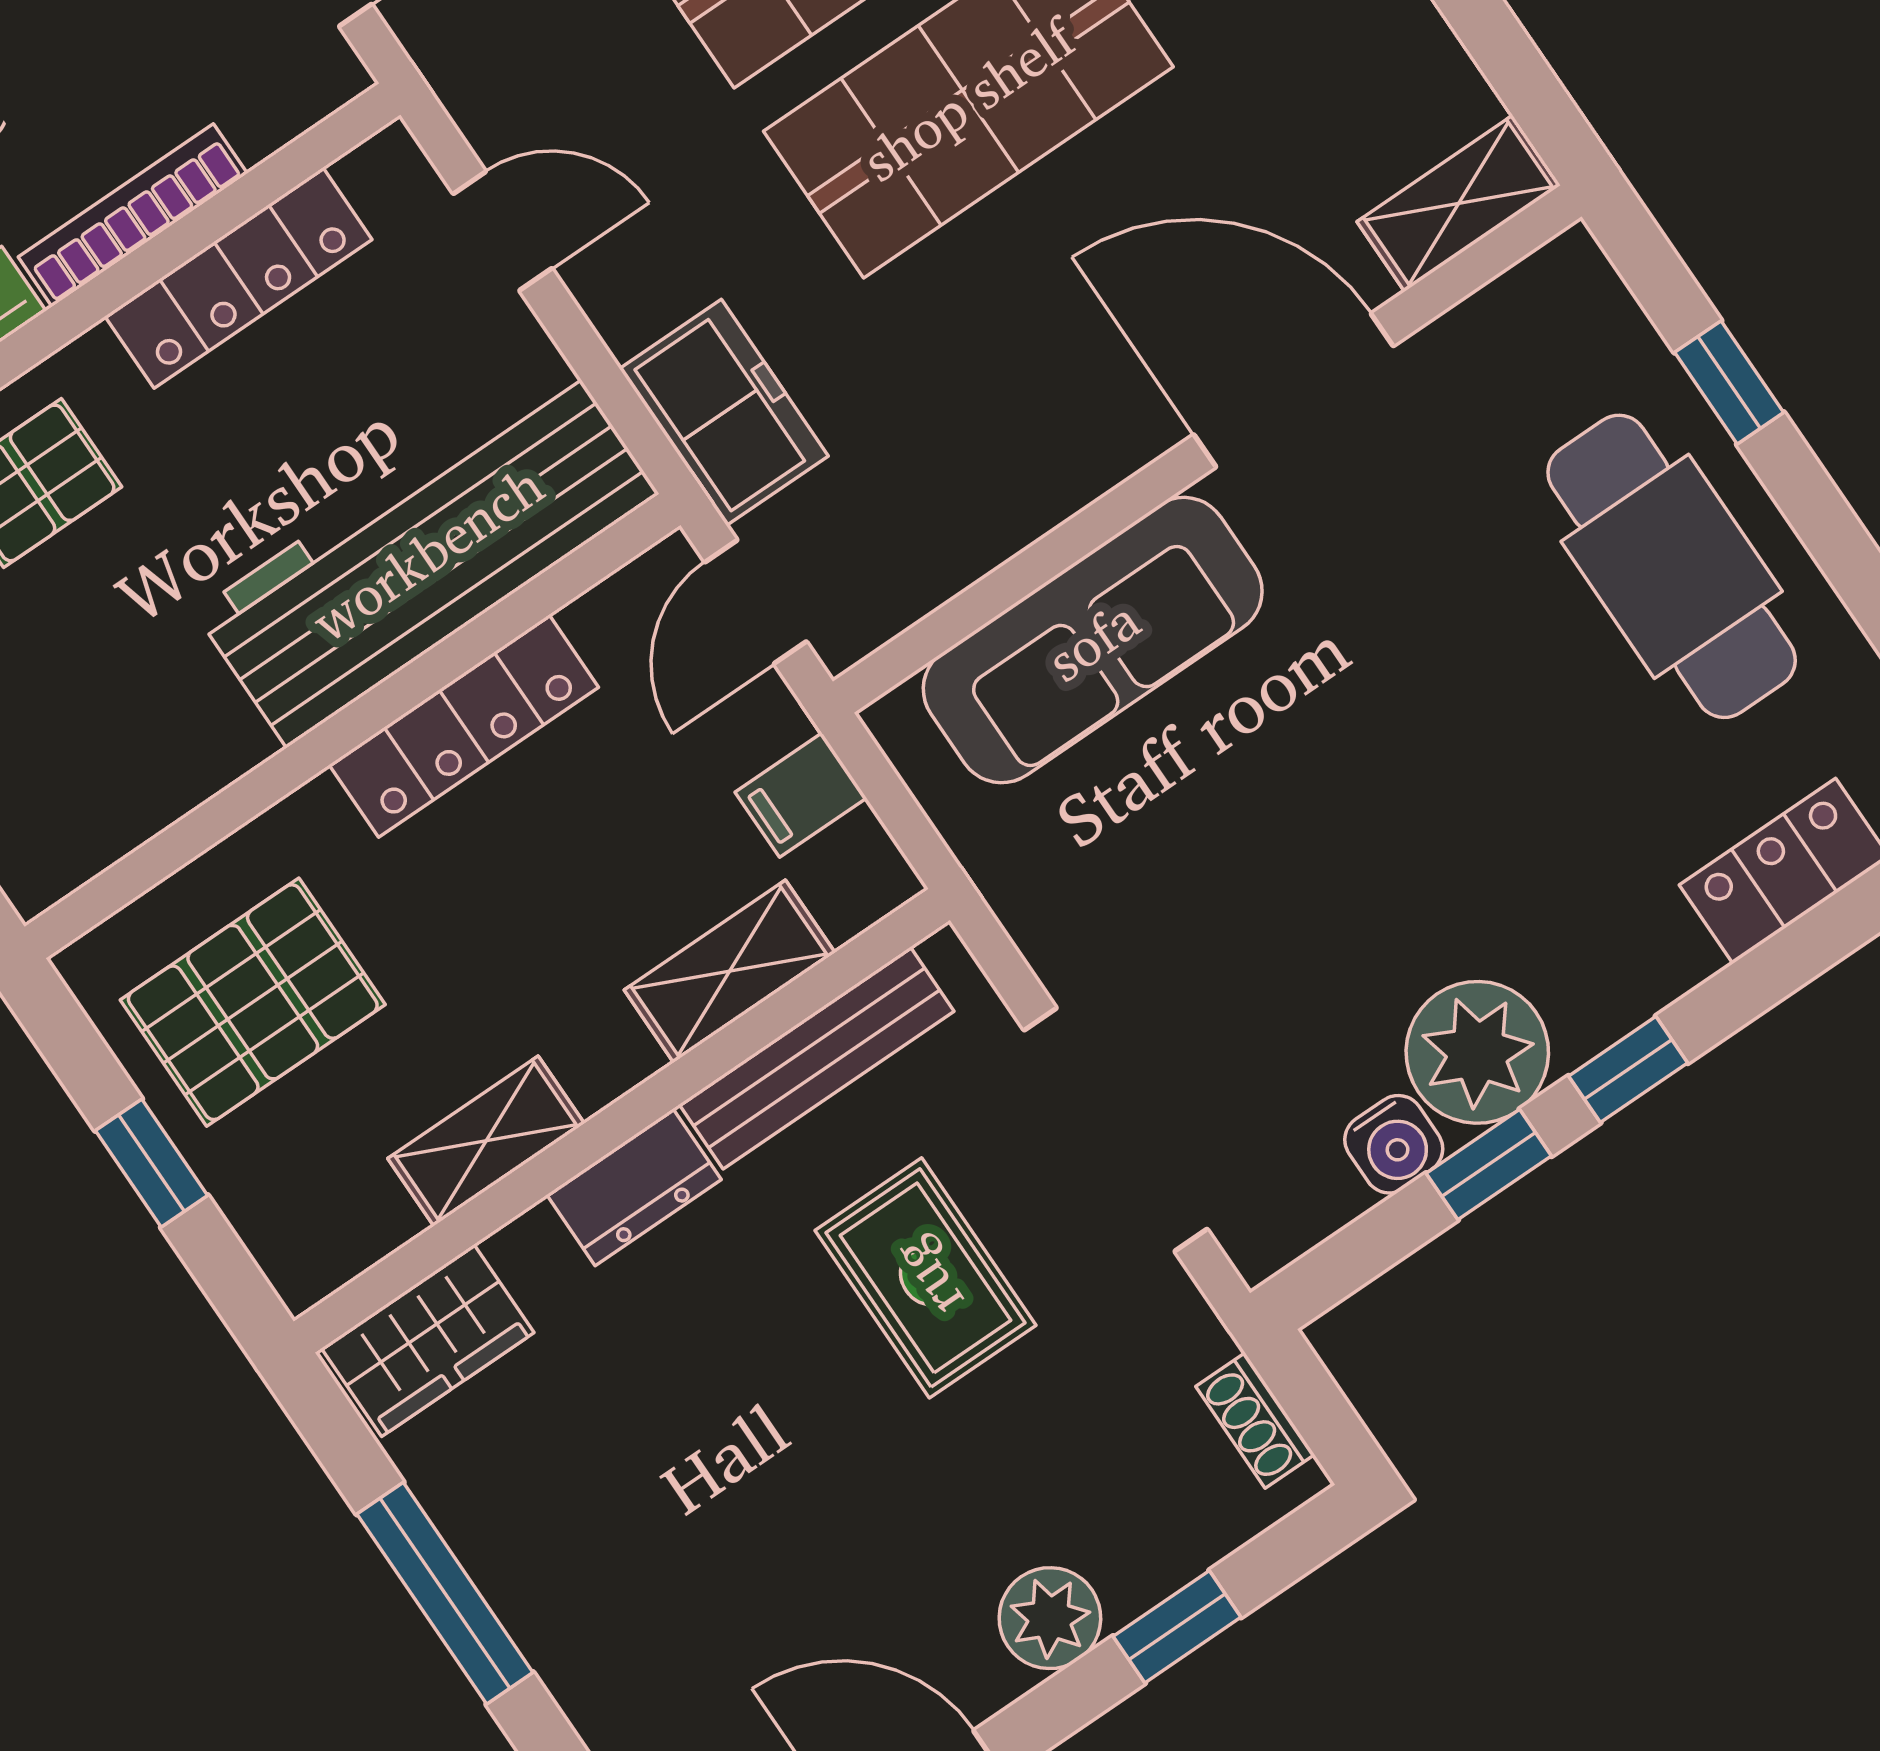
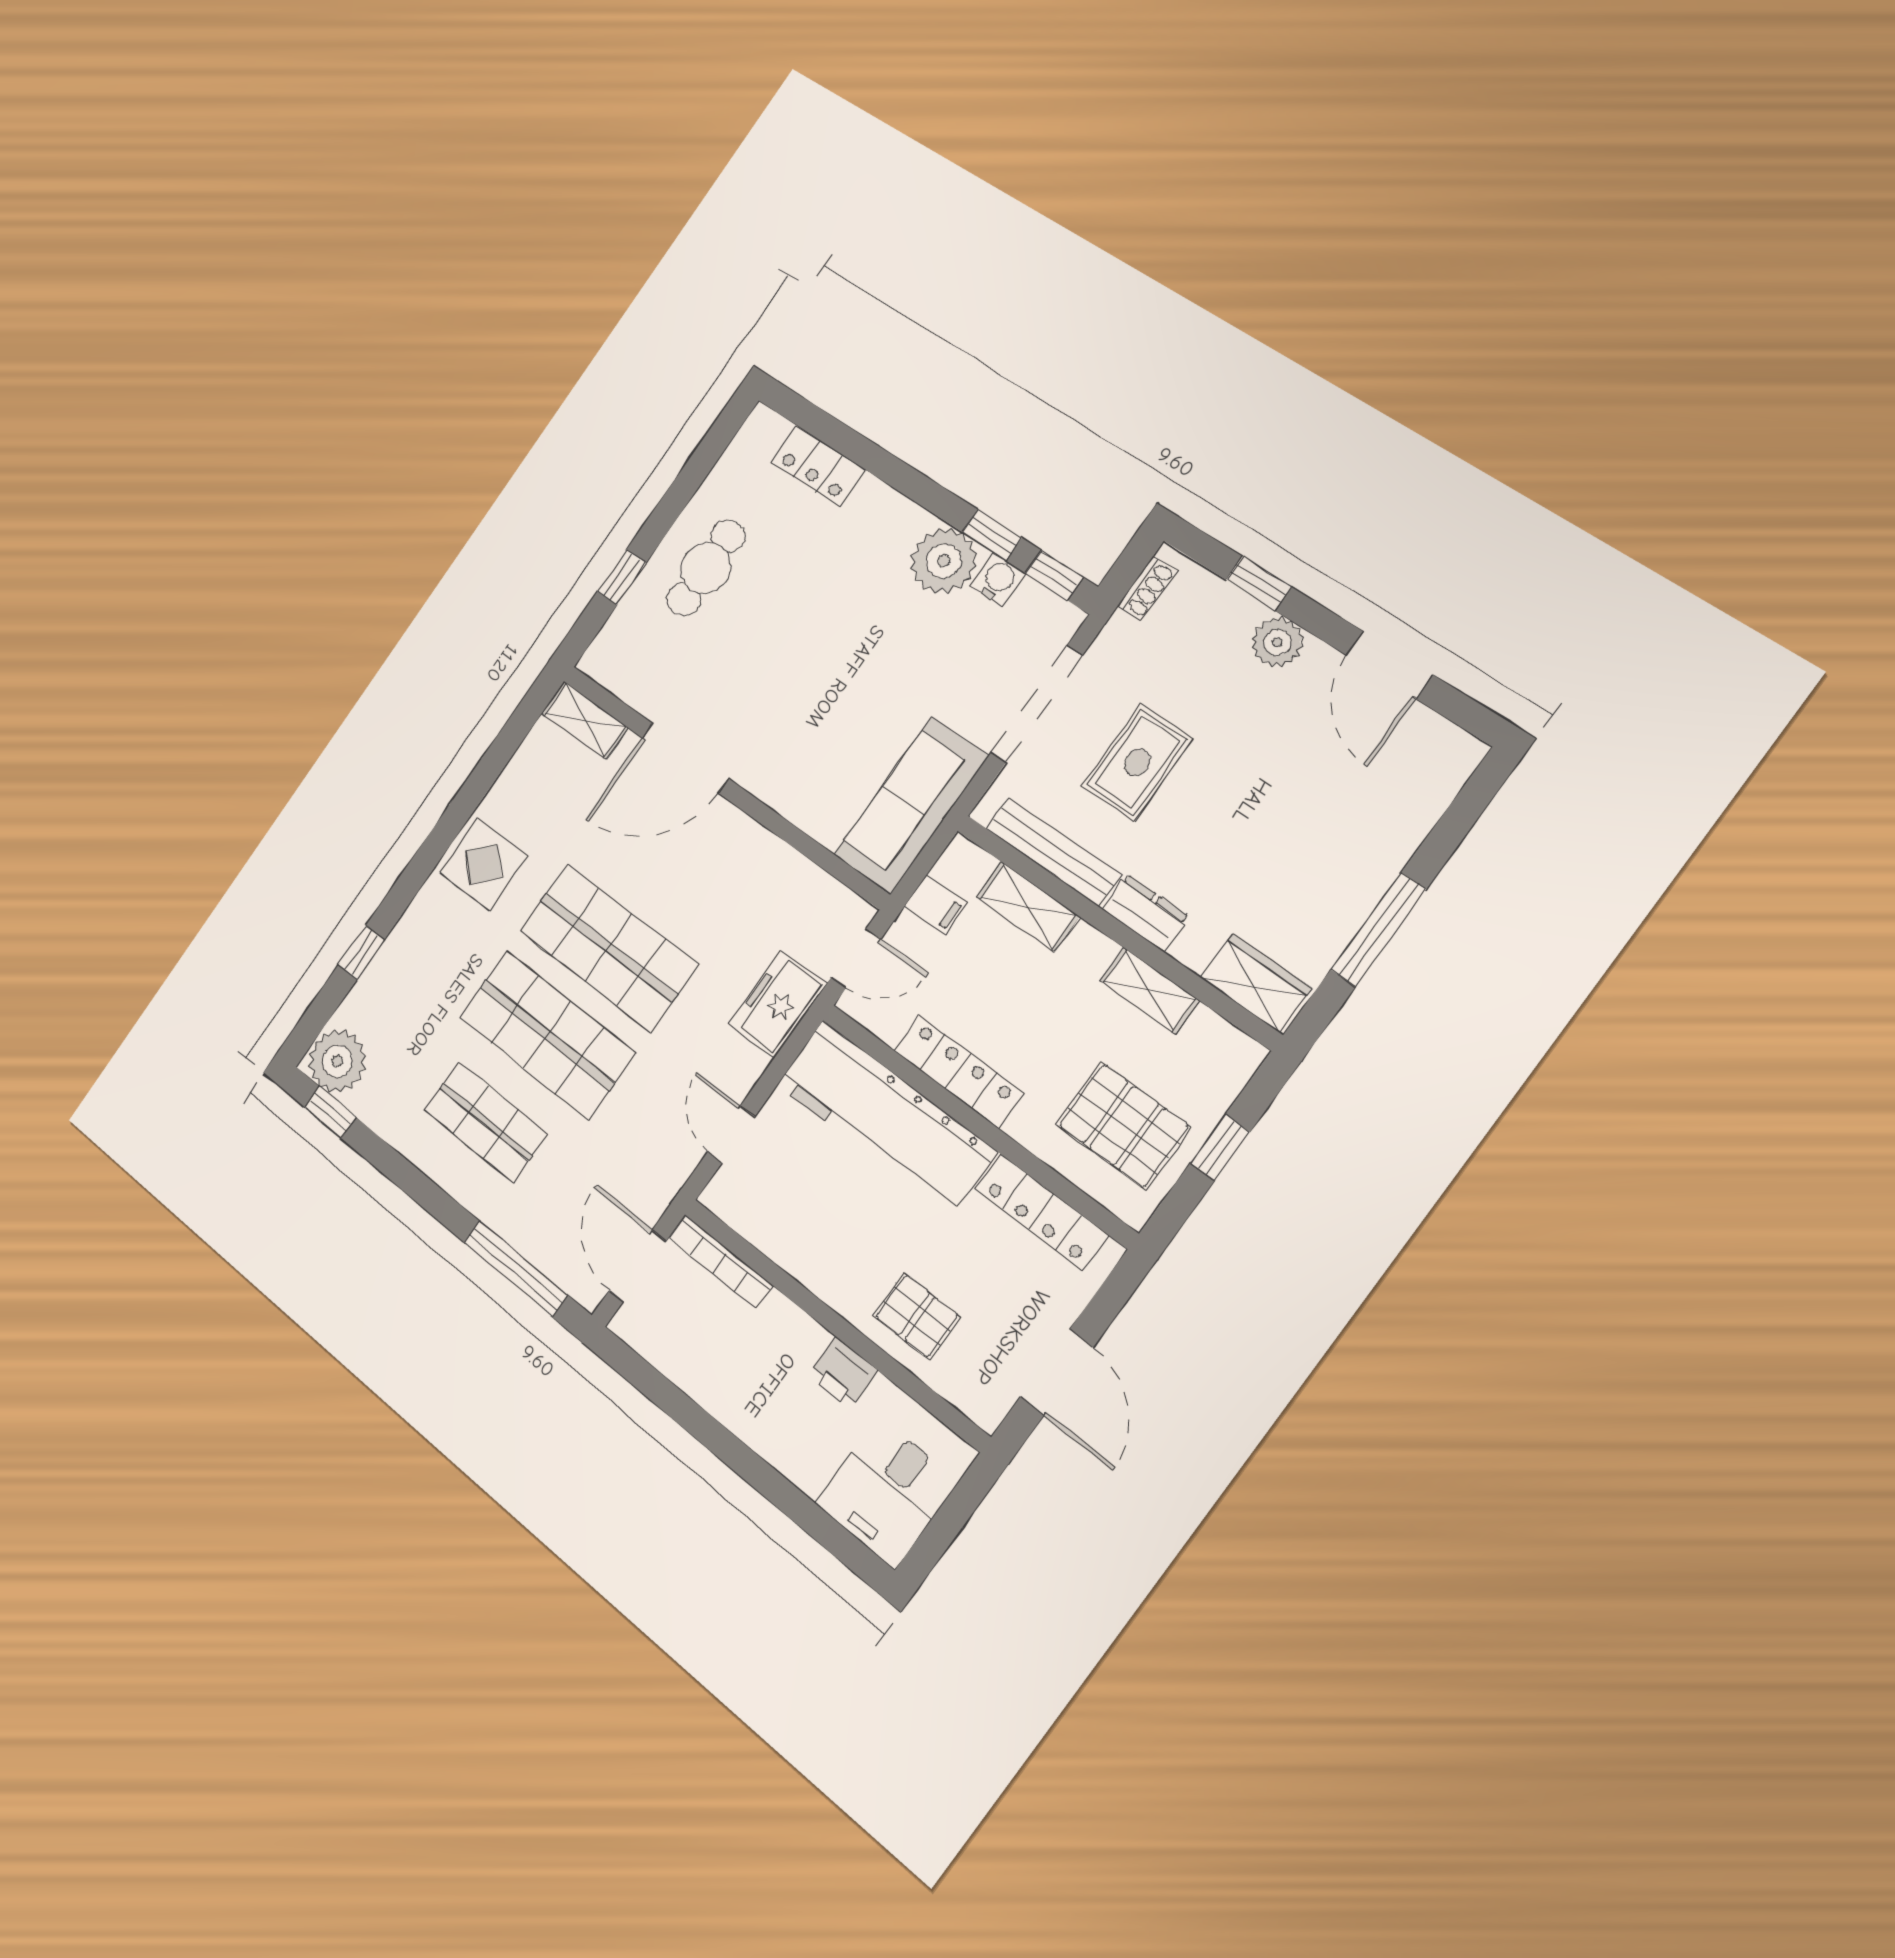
bookcase: (133, 215) -> (721, 1262), moved
locker: (238, 278) -> (1041, 1212), moved, turned 180
door: (1294, 390) -> (685, 758), hinge flipped
cafe table: (1672, 566) -> (706, 568), width x0.73, depth x0.74
sofa: (1093, 640) -> (911, 806), moved, turned -90
window: (1628, 1069) -> (1054, 575), moved

